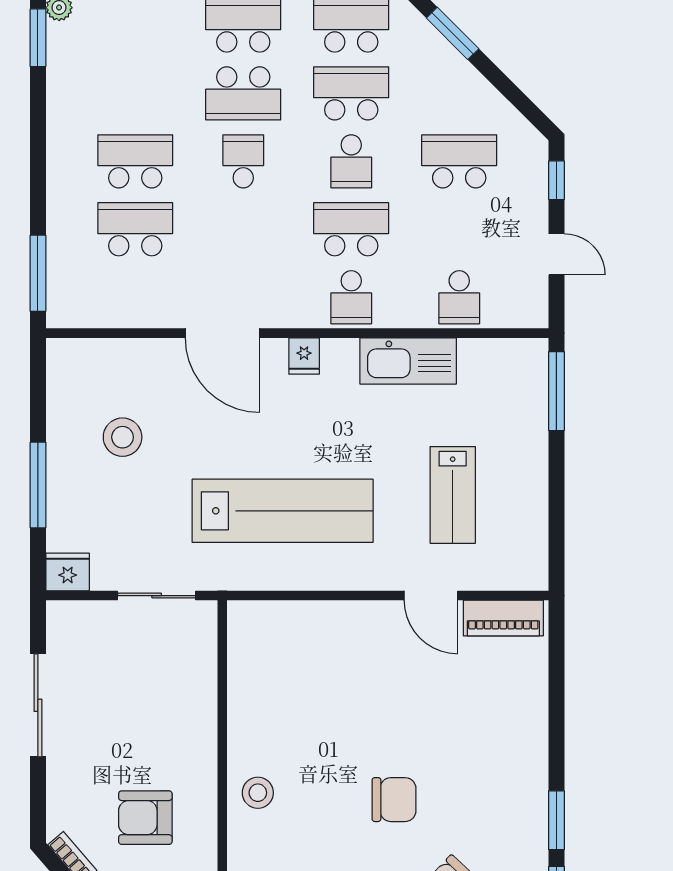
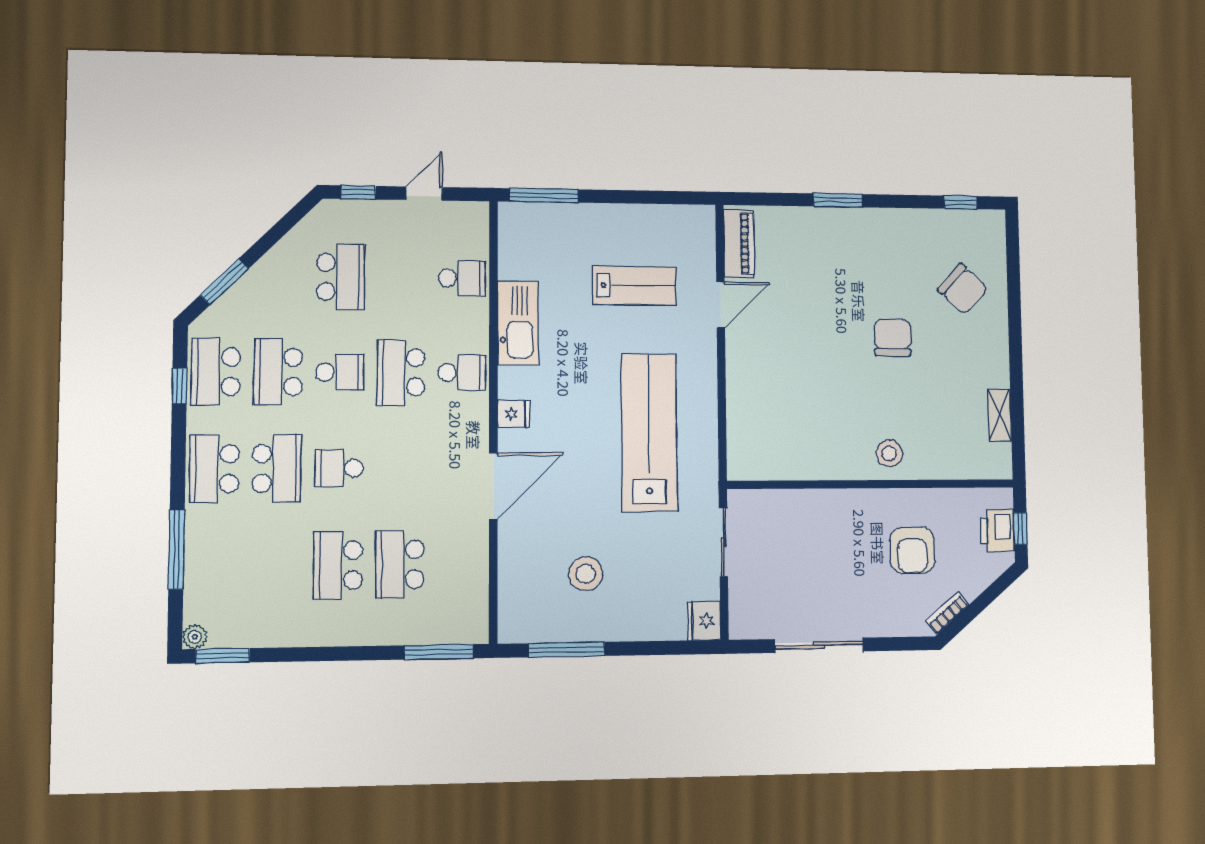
school desk: (459, 161) -> (341, 277), turned 180
window: (38, 485) -> (567, 650), moved
window: (556, 820) -> (838, 200), moved

